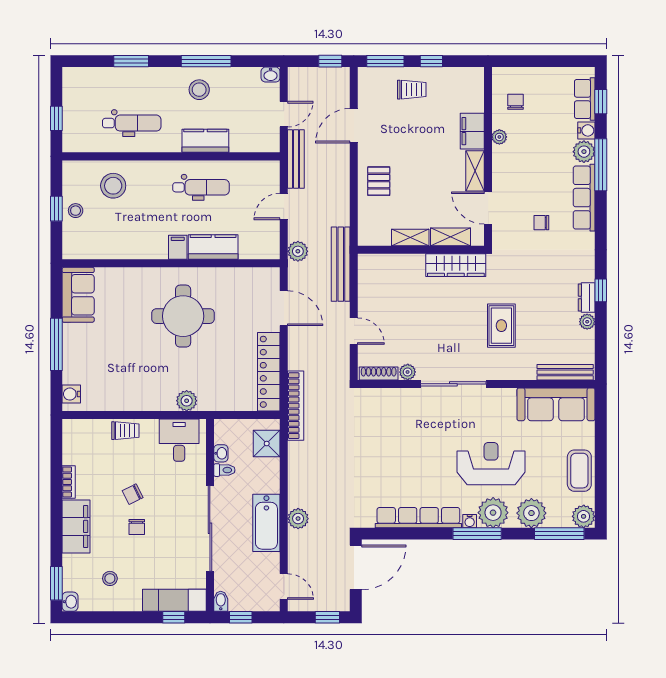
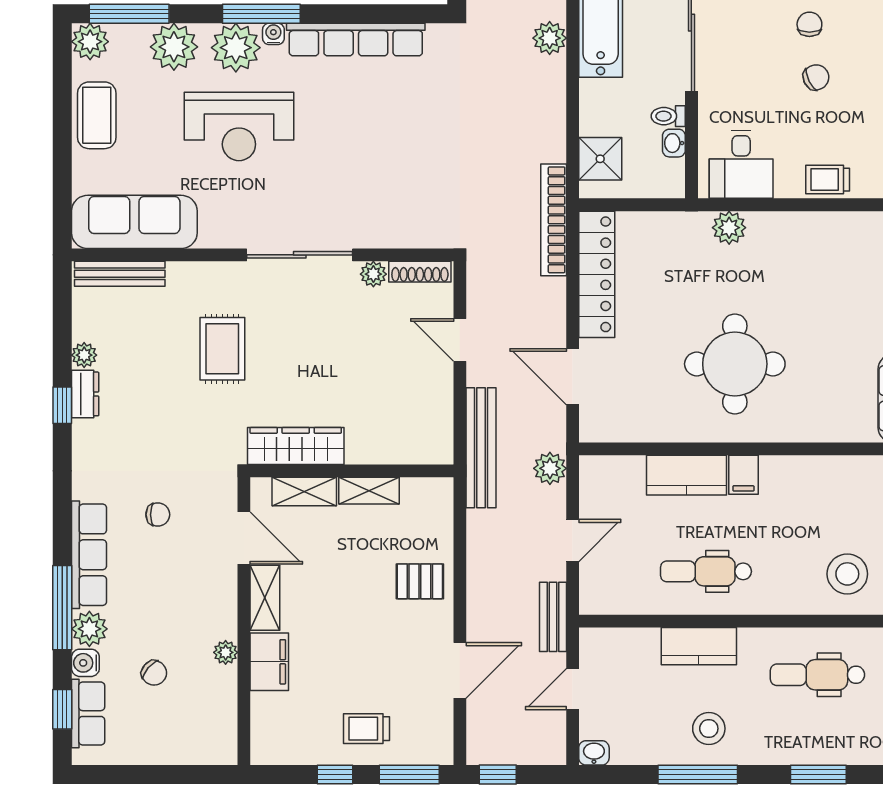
chair: (516, 102) -> (154, 673), moved, turned -49
bench: (296, 159) -> (553, 617), width x0.73
pallet: (379, 181) -> (420, 581), turned 90

